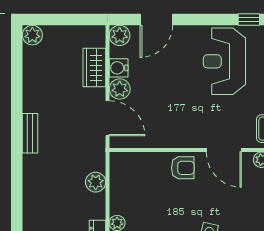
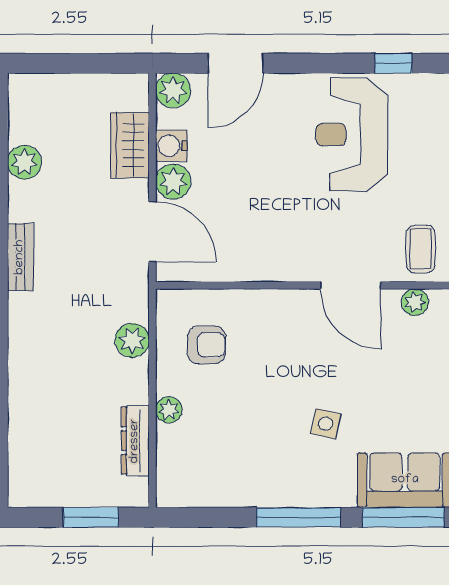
plant: (32, 35) -> (24, 162), moved
armchair: (183, 168) -> (206, 345), moved

